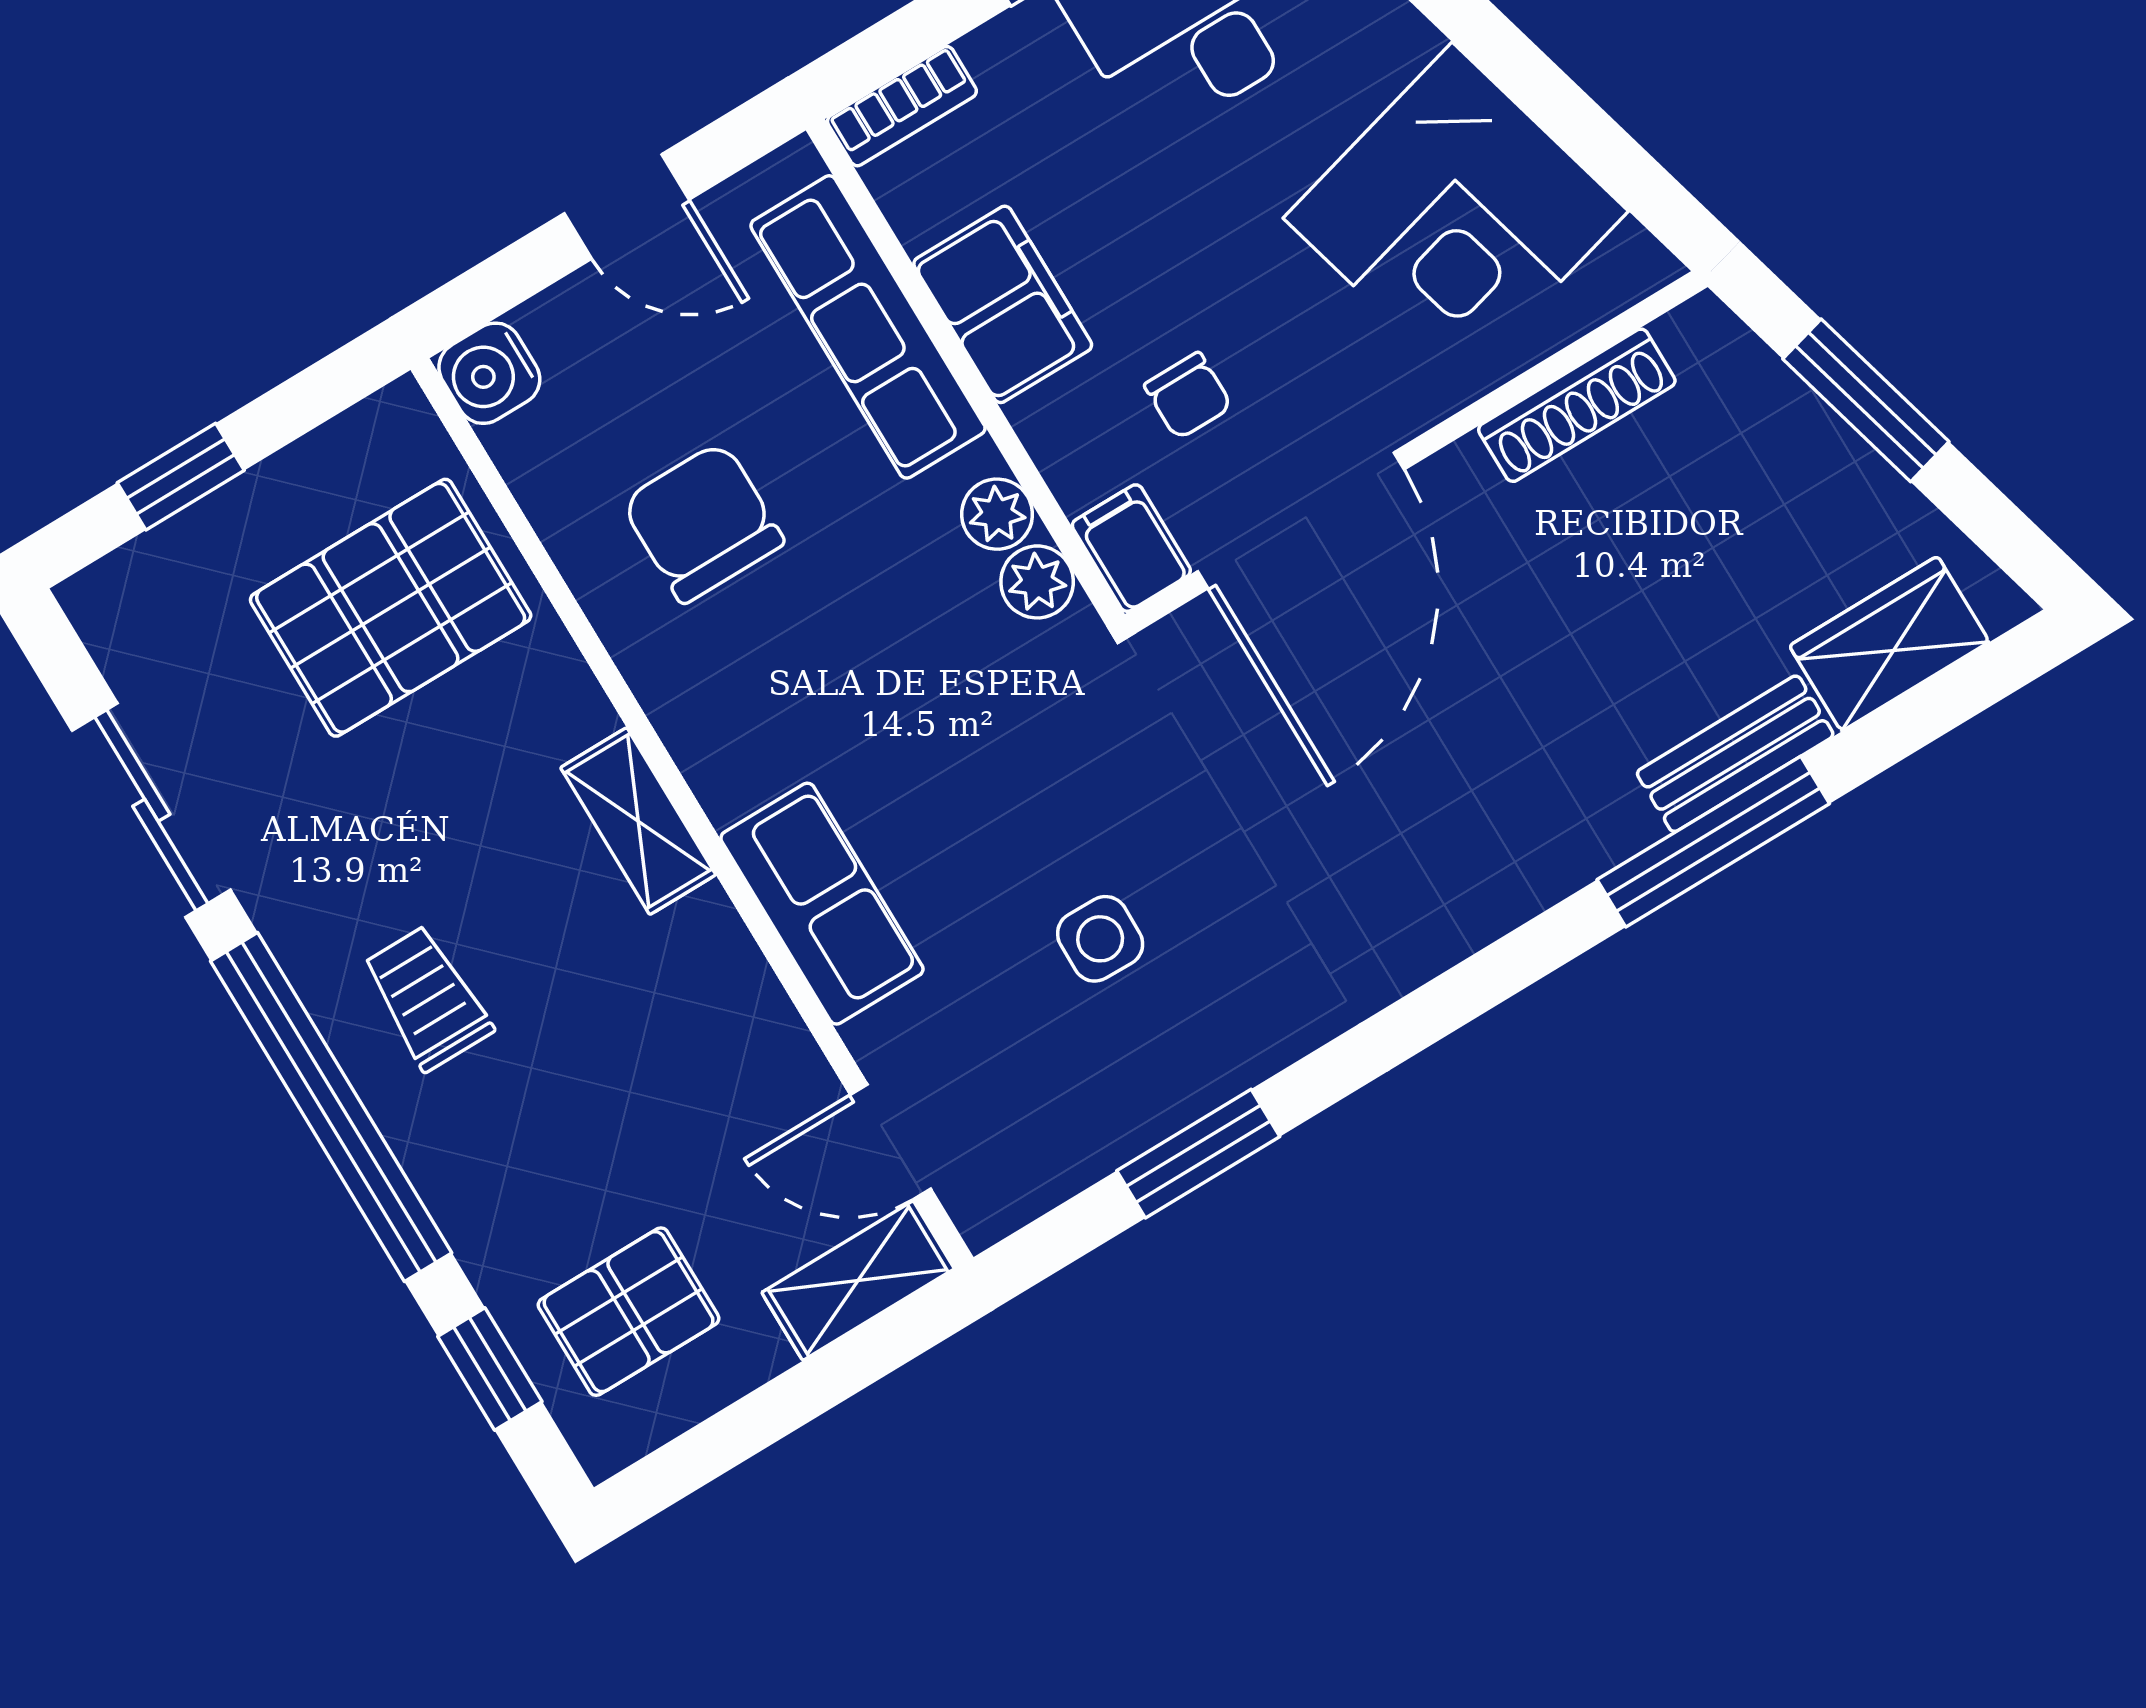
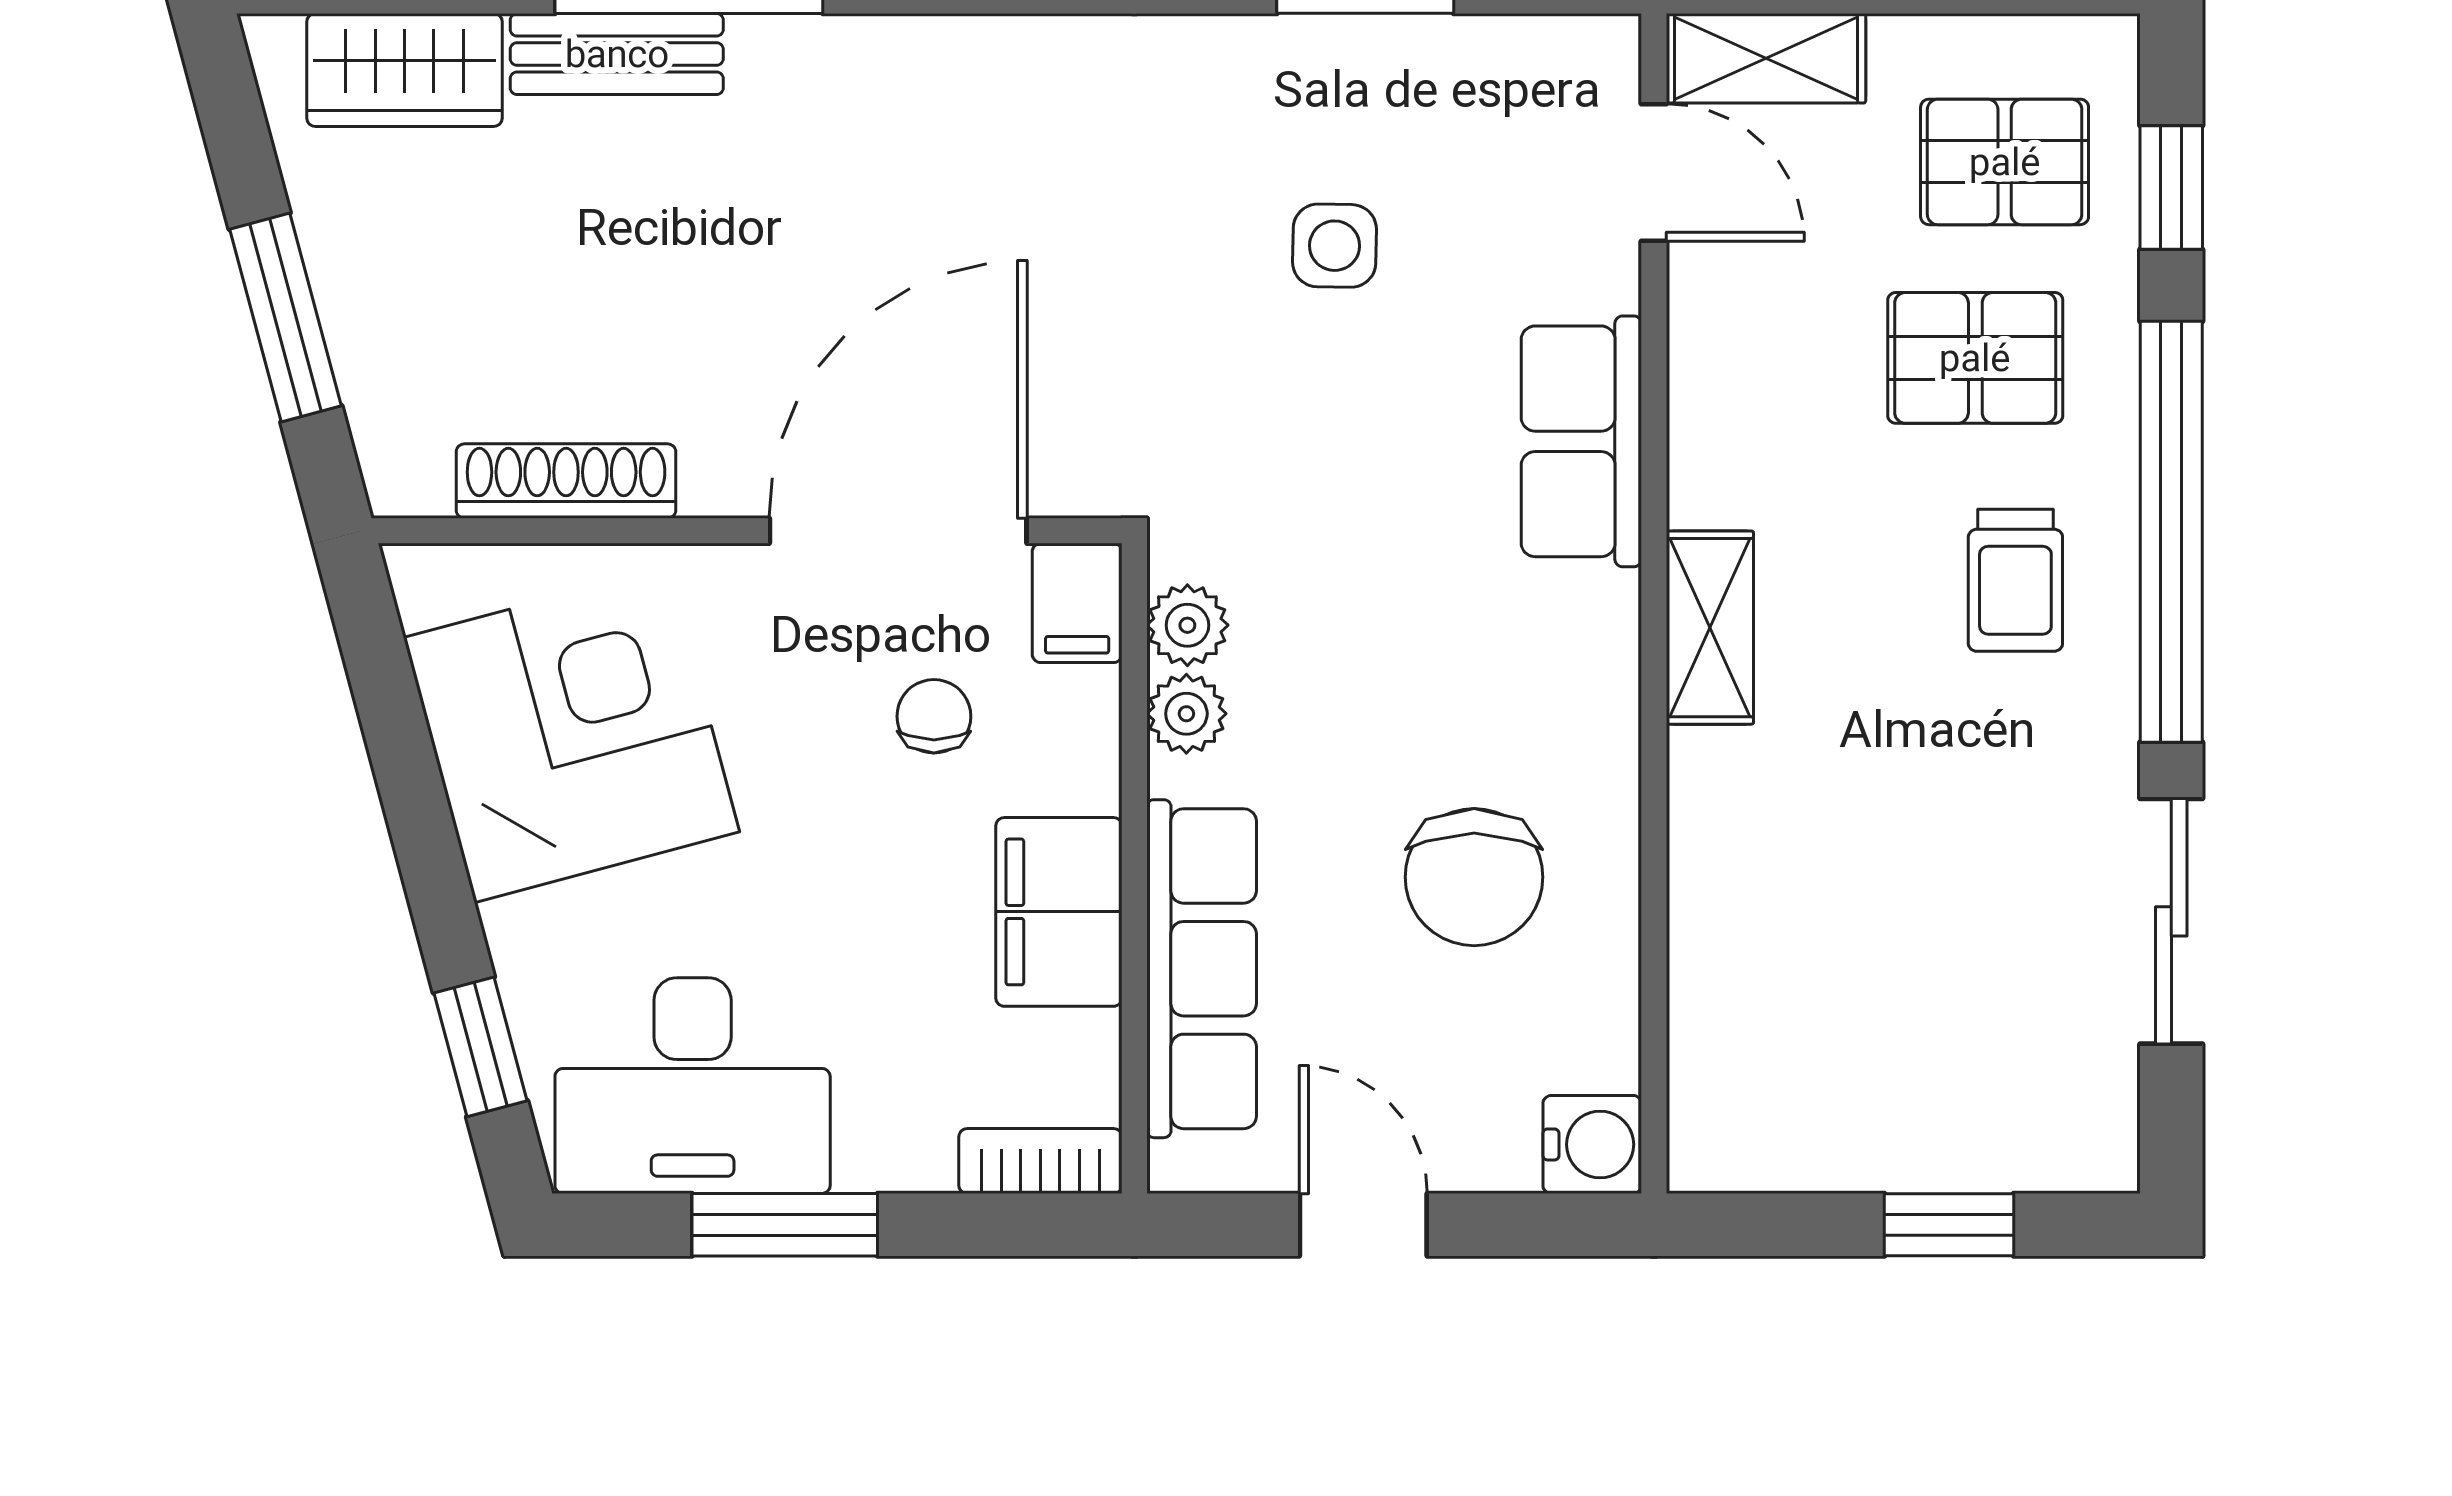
pallet: (391, 608) -> (1975, 358), moved, width x0.67, depth x0.71

